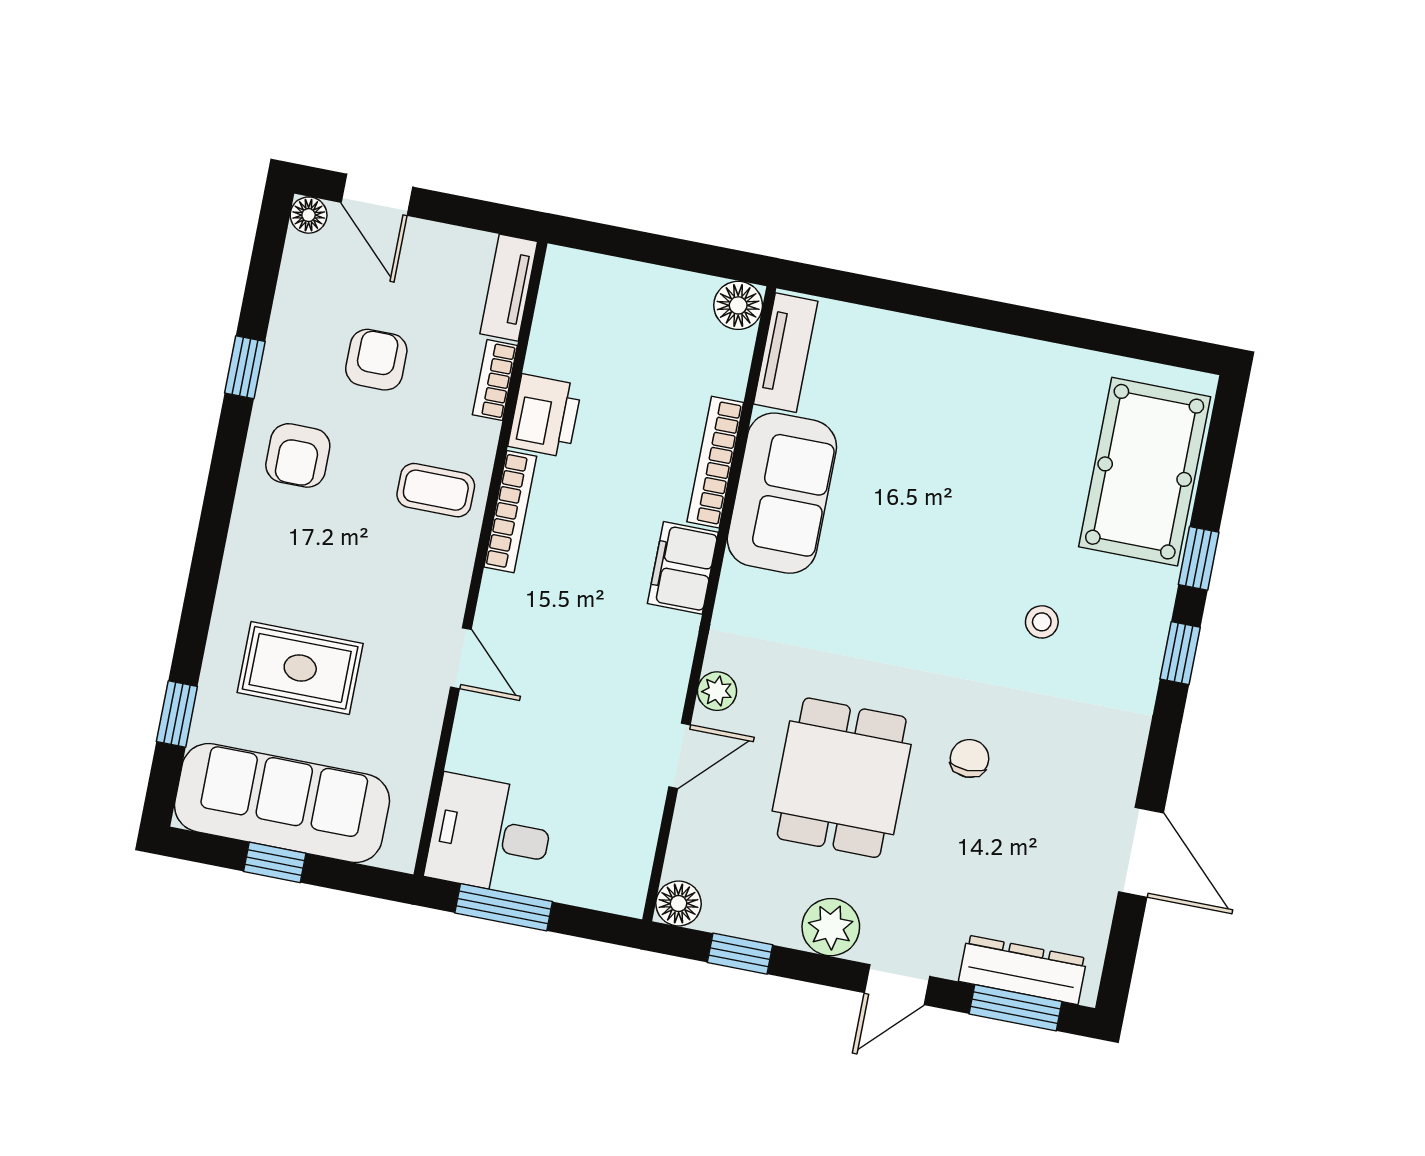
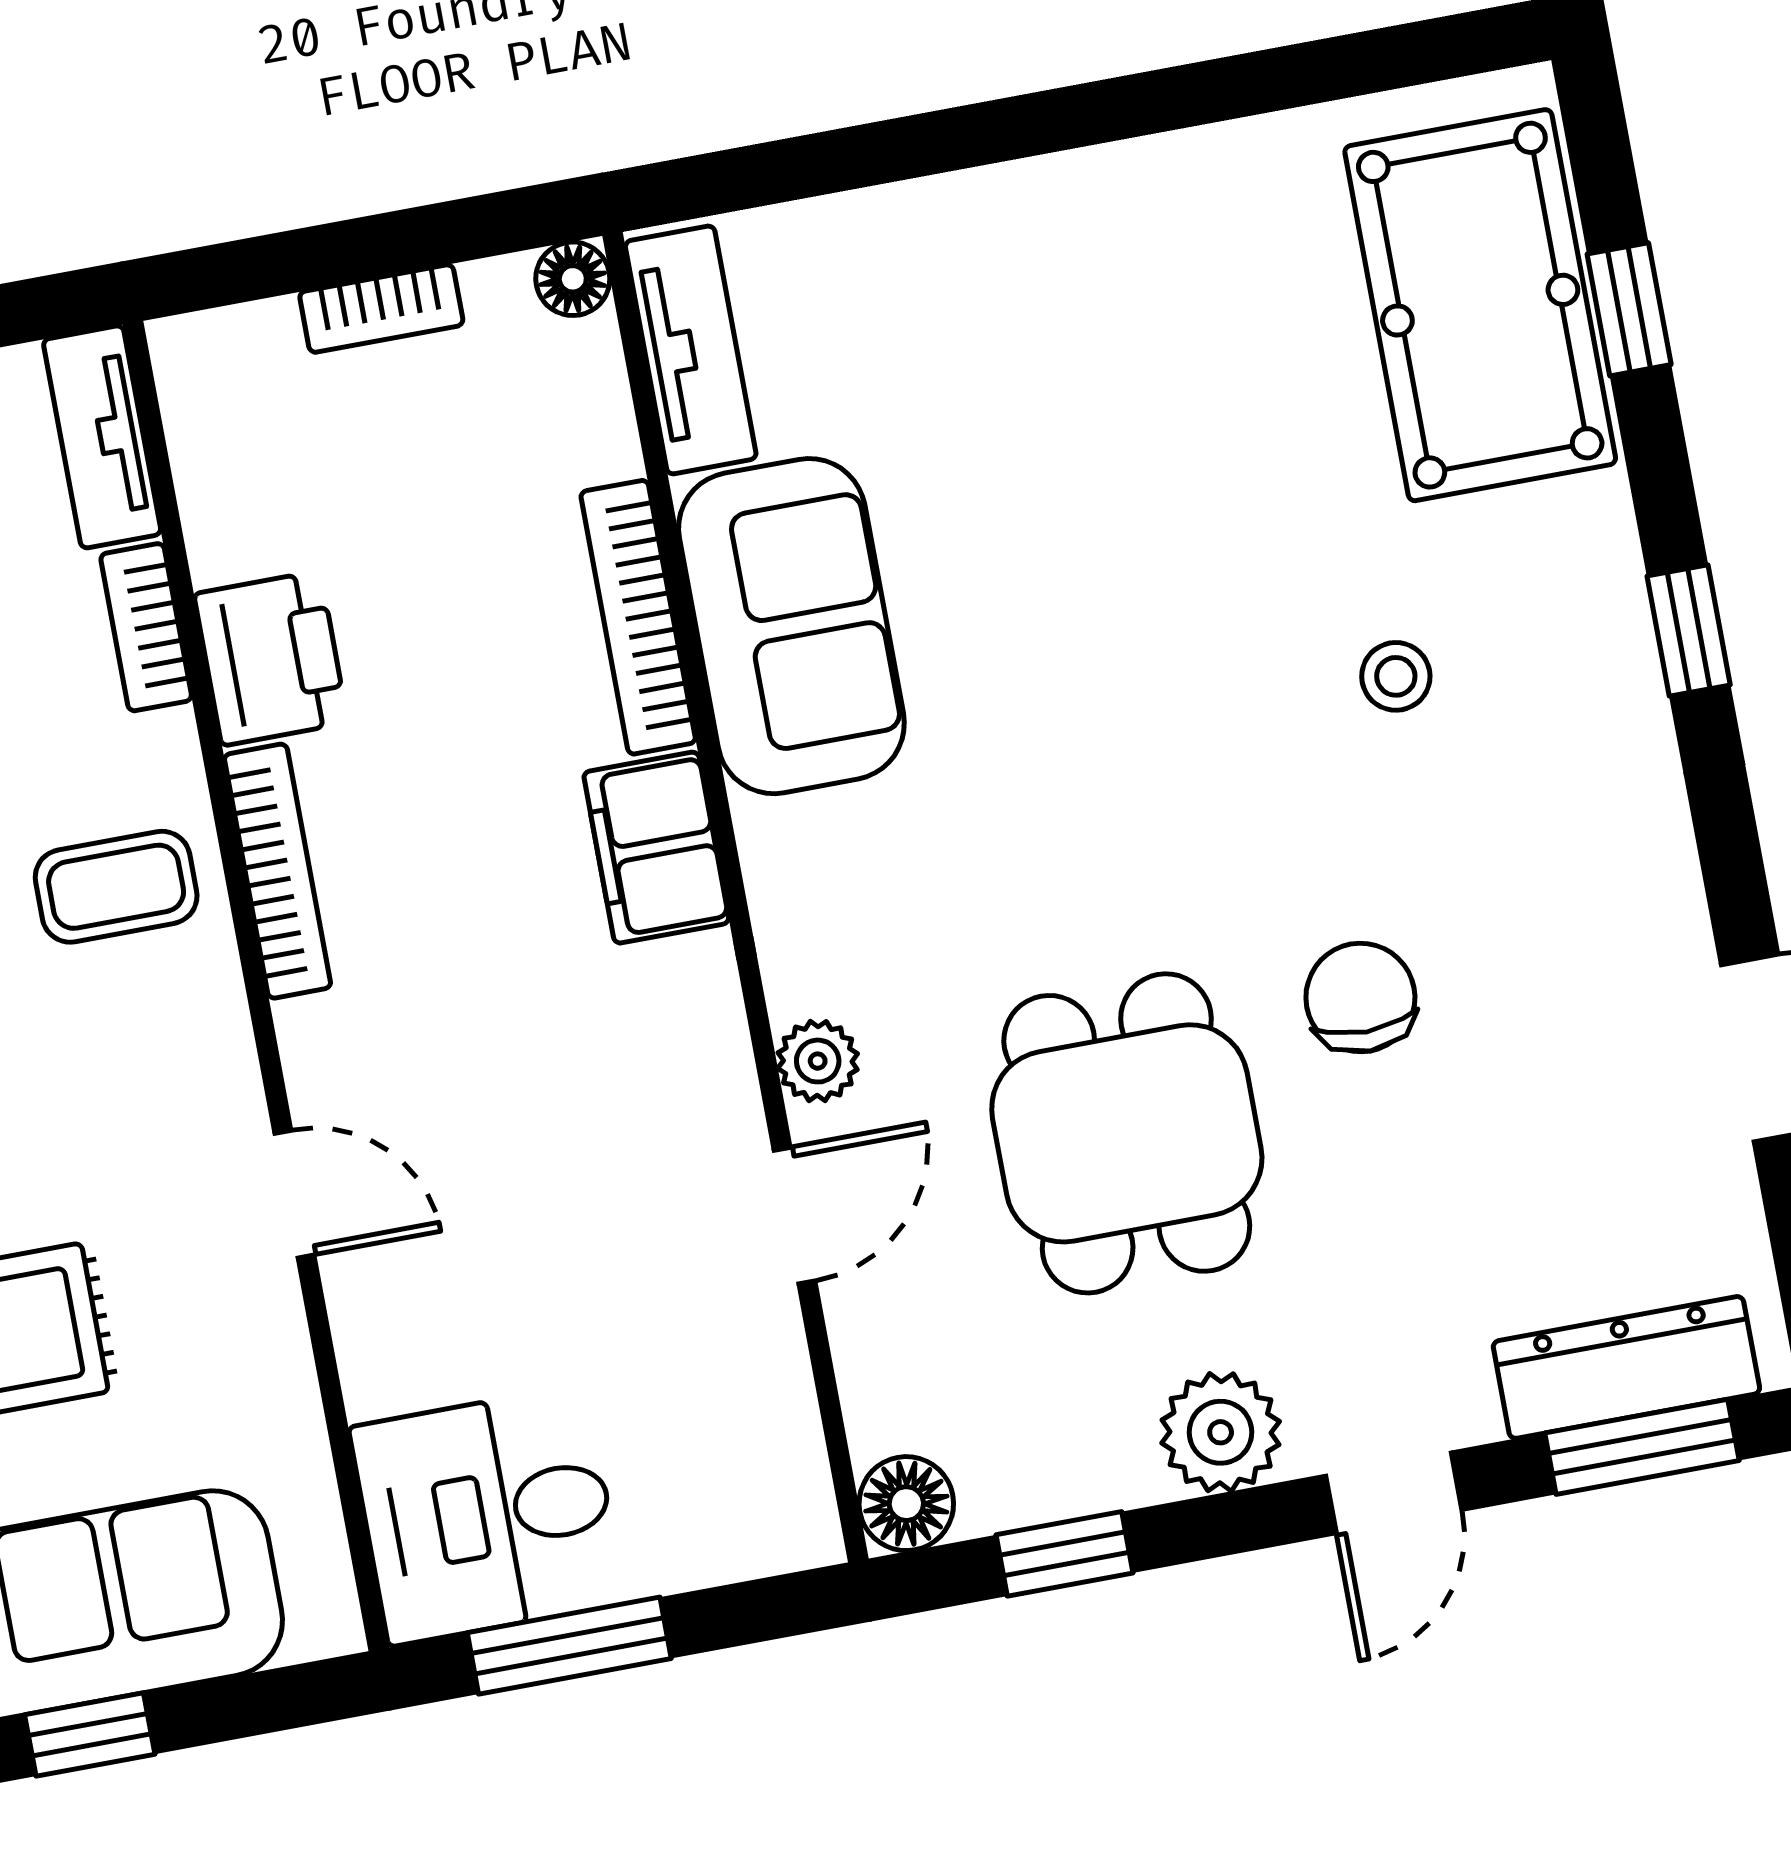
bookcase: (655, 280) -> (381, 309), added
floor lamp: (738, 305) -> (573, 279), width x0.73, depth x0.73
window: (1199, 558) -> (1629, 309), moved
chair: (970, 758) -> (1360, 998), width x1.37, depth x1.37

